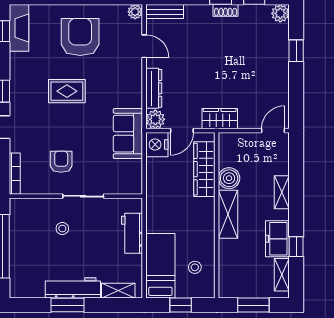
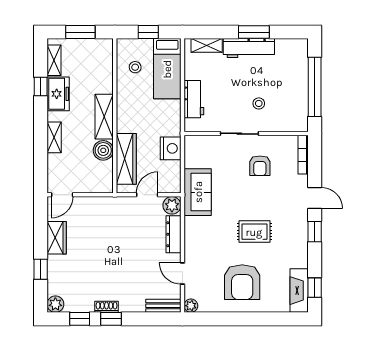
wardrobe: (220, 119) -> (57, 238), moved, turned -90
nightstand: (157, 145) -> (171, 148), moved

